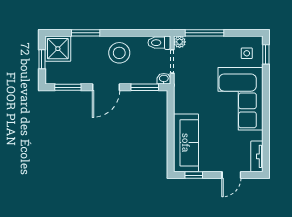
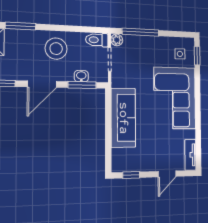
washbasin: (164, 79) -> (81, 76), moved
sofa: (186, 143) -> (123, 118), moved

